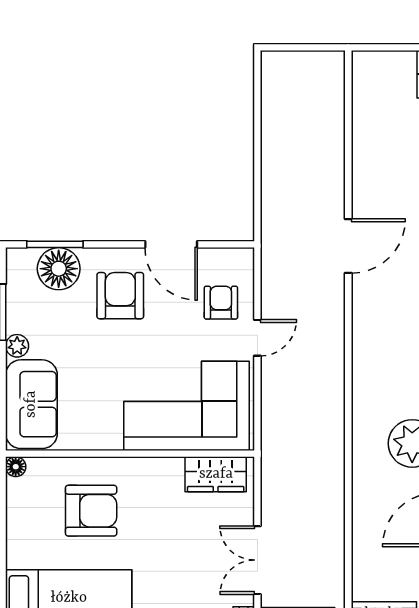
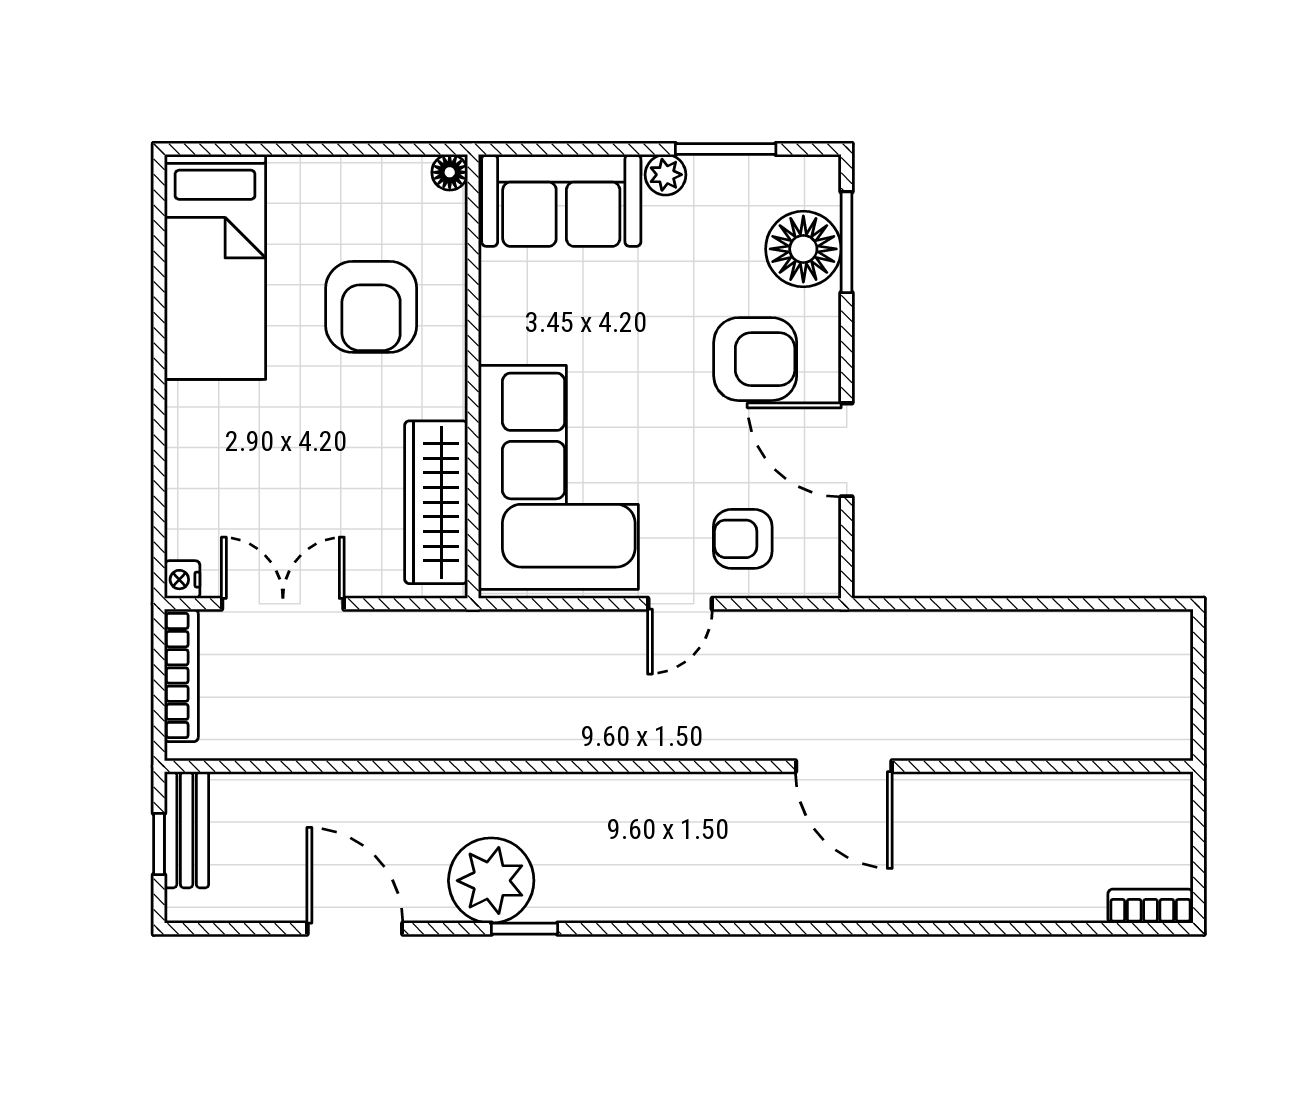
door: (171, 244) -> (847, 450), hinge flipped
armchair: (221, 303) -> (743, 539), turned 180
door: (257, 338) -> (680, 604), hinge flipped
wardrobe: (216, 474) -> (436, 502), width x1.50

